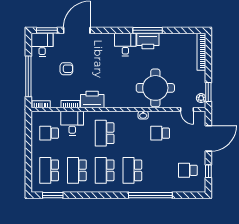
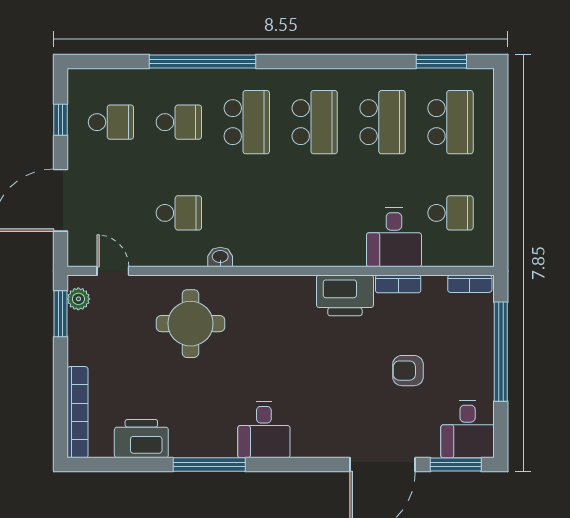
printer: (148, 41) -> (141, 439), moved
round table: (155, 88) -> (190, 324), width x0.73, depth x0.73
school desk: (105, 133) -> (179, 122), moved, width x0.54

